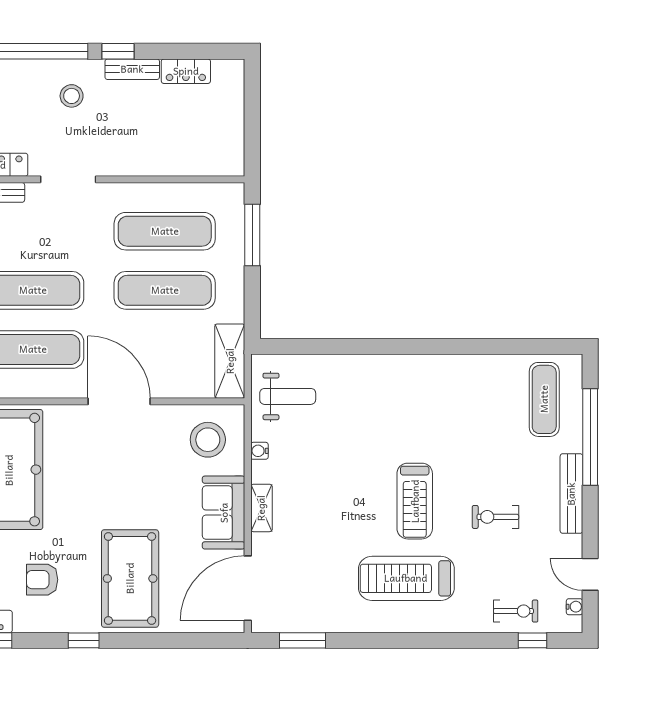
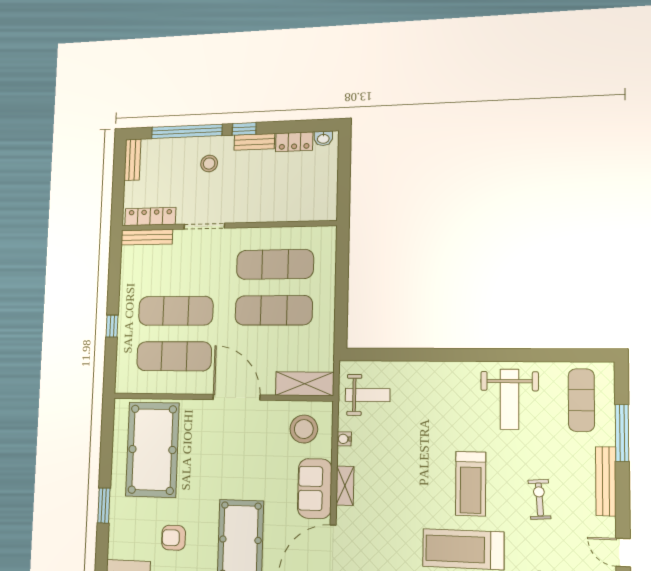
washbasin: (224, 68) -> (323, 138), added
window: (252, 235) -> (342, 266), removed
shelving: (230, 361) -> (305, 384), moved, turned 90
weight bench: (460, 399) -> (510, 399), added
window: (590, 437) -> (622, 433), width x0.68
exercise bike: (496, 517) -> (539, 499), turned 86

